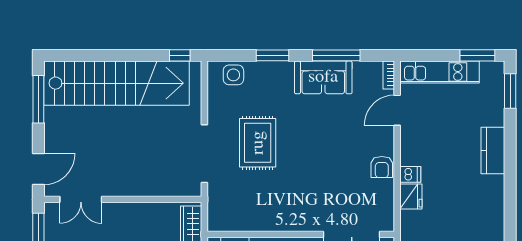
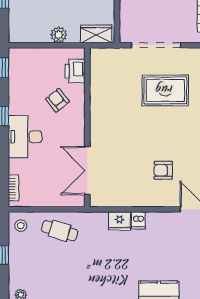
armchair: (382, 167) -> (163, 170), moved

